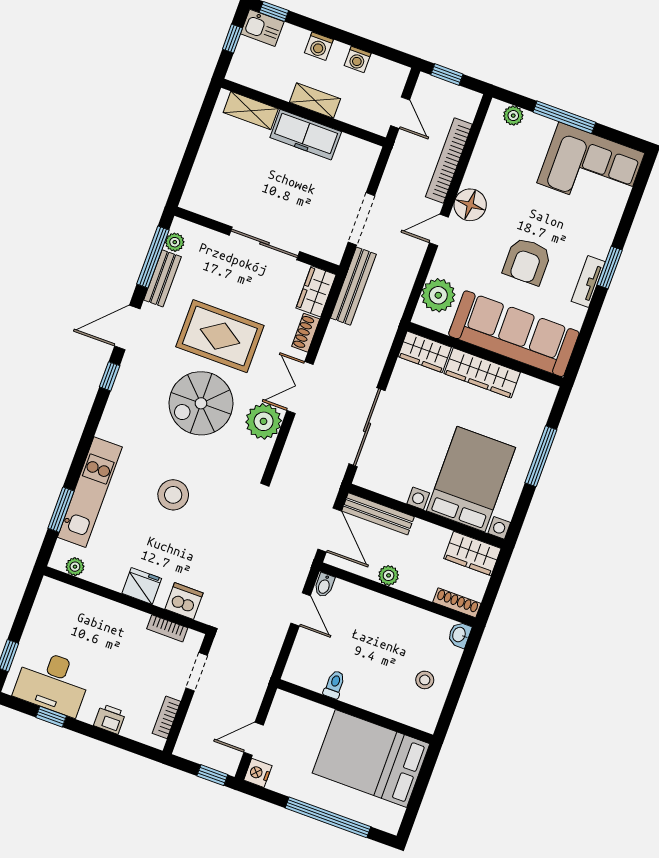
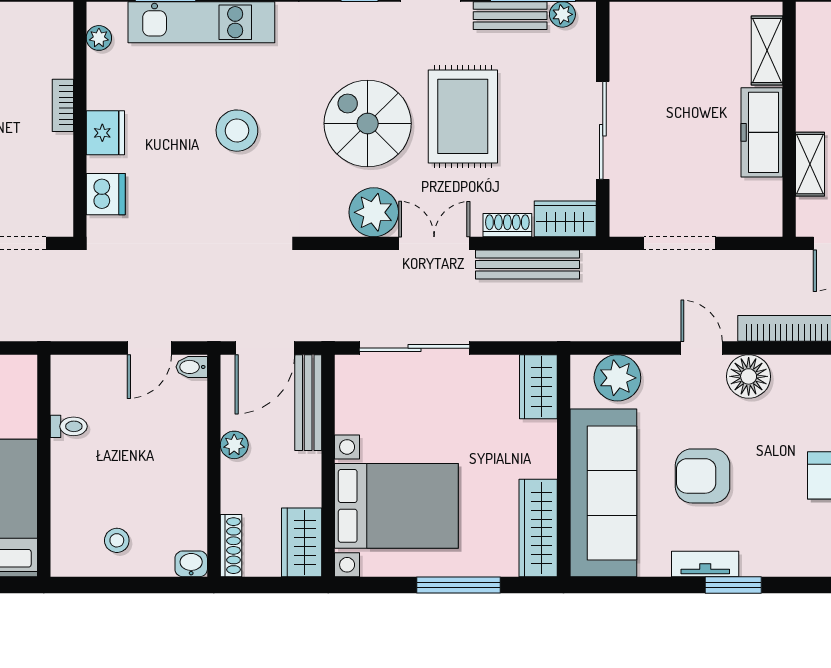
shelving: (315, 100) -> (810, 164), moved
bench: (353, 286) -> (527, 264), moved
wardrobe: (482, 373) -> (538, 528), moved
bookcase: (167, 628) -> (63, 105), moved

